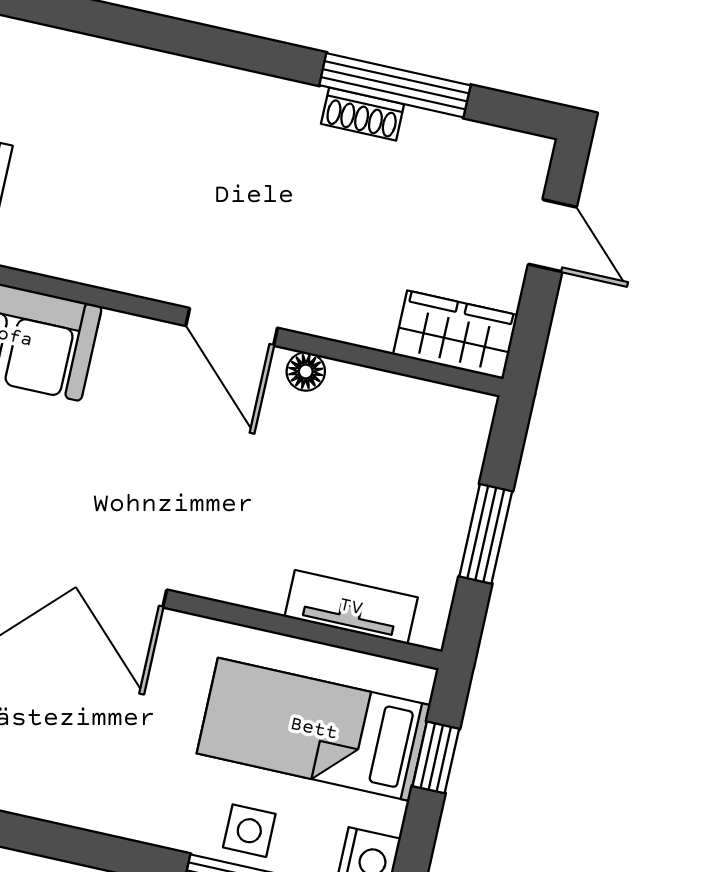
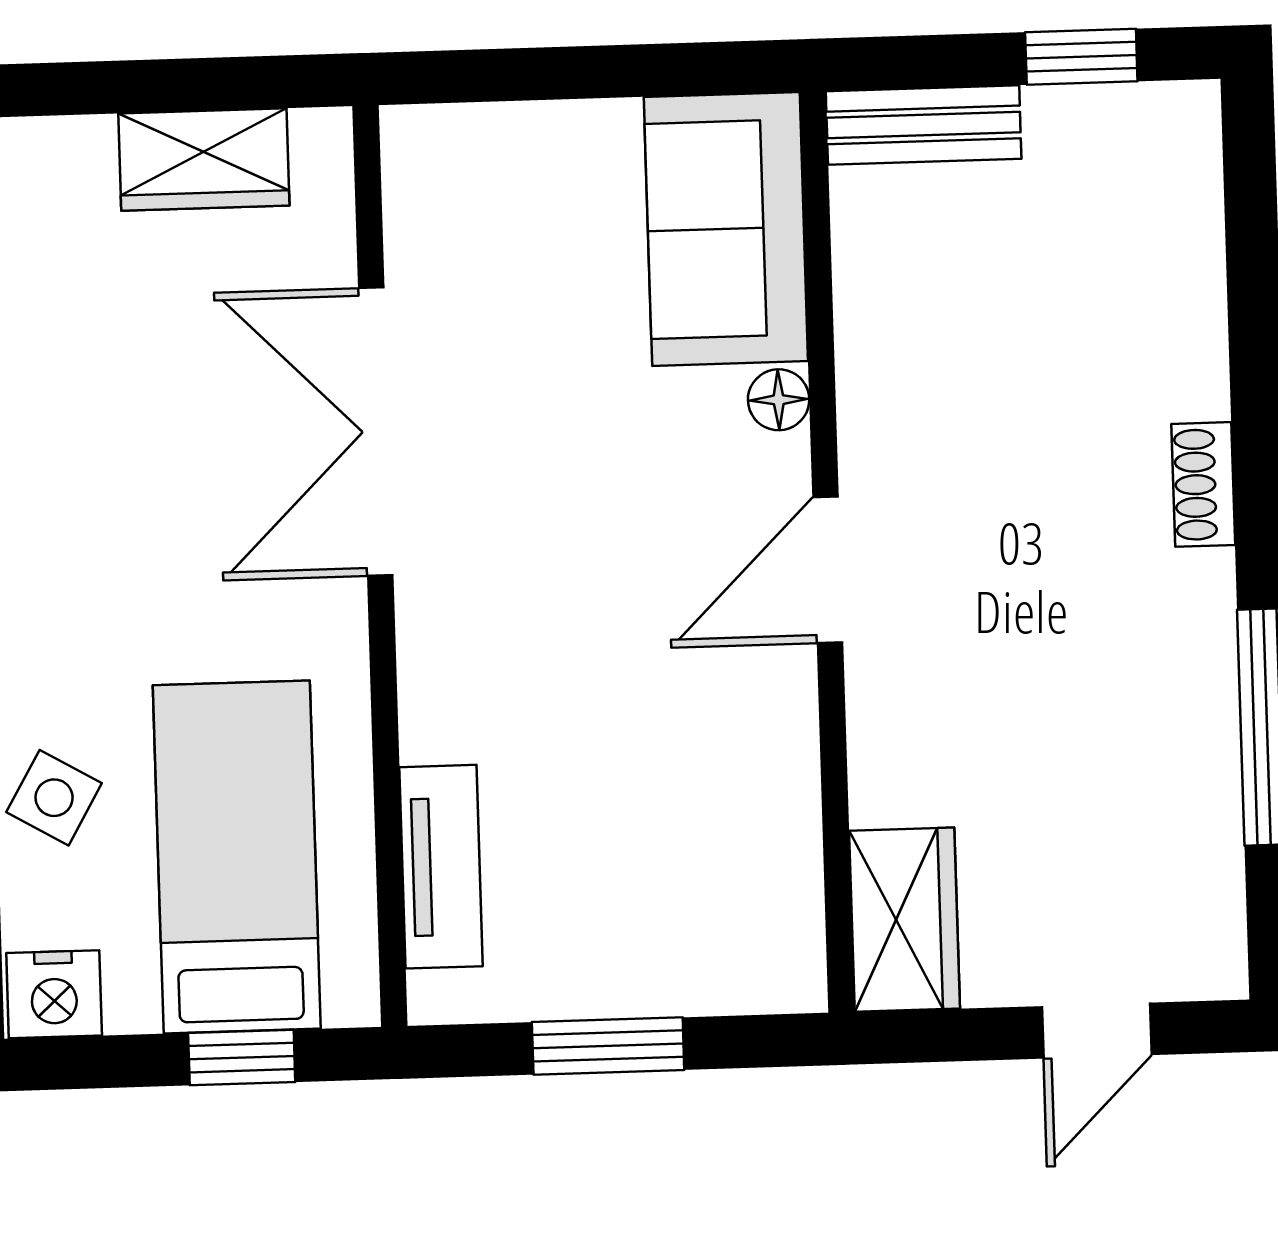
shoe rack: (363, 114) -> (1203, 484), moved
floor lamp: (306, 371) -> (779, 400), moved
side table: (249, 831) -> (54, 798), turned 30

